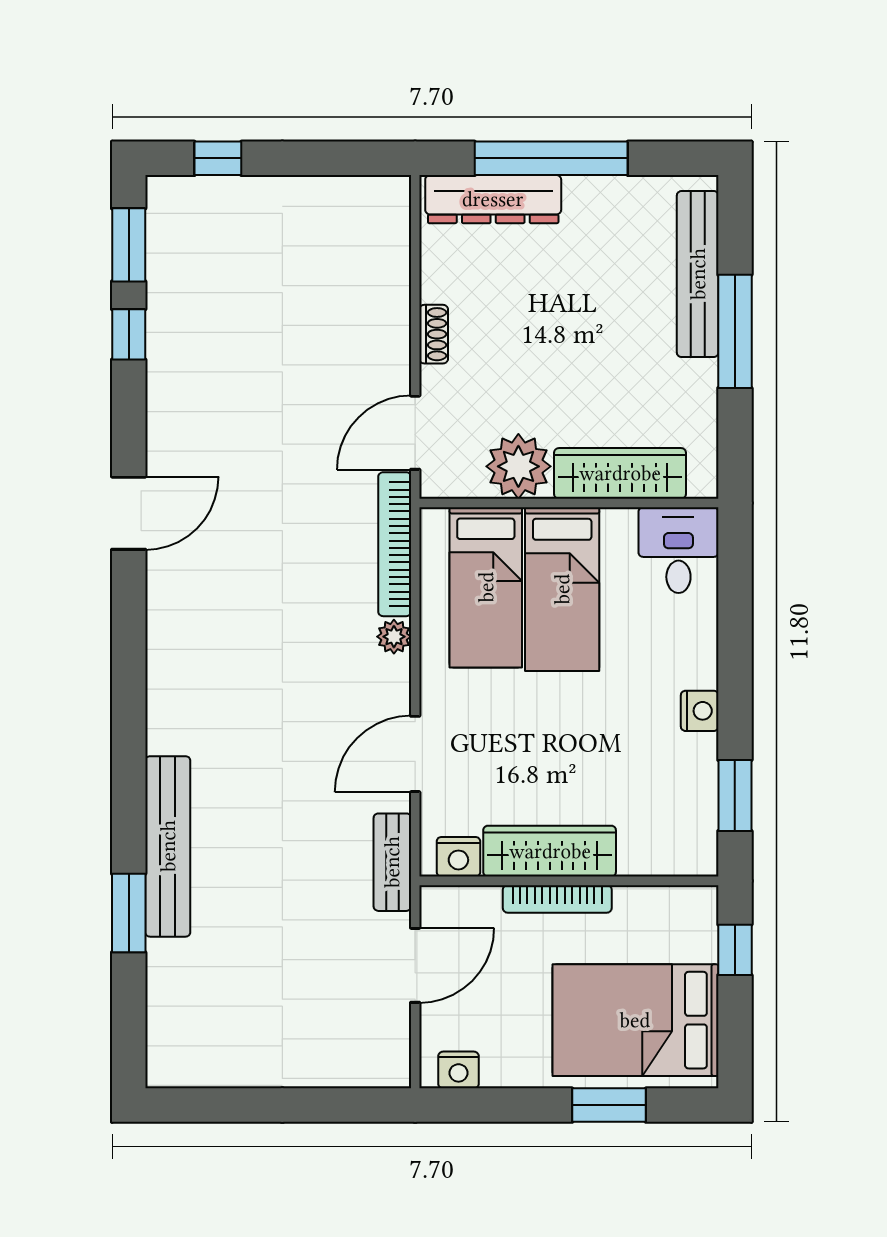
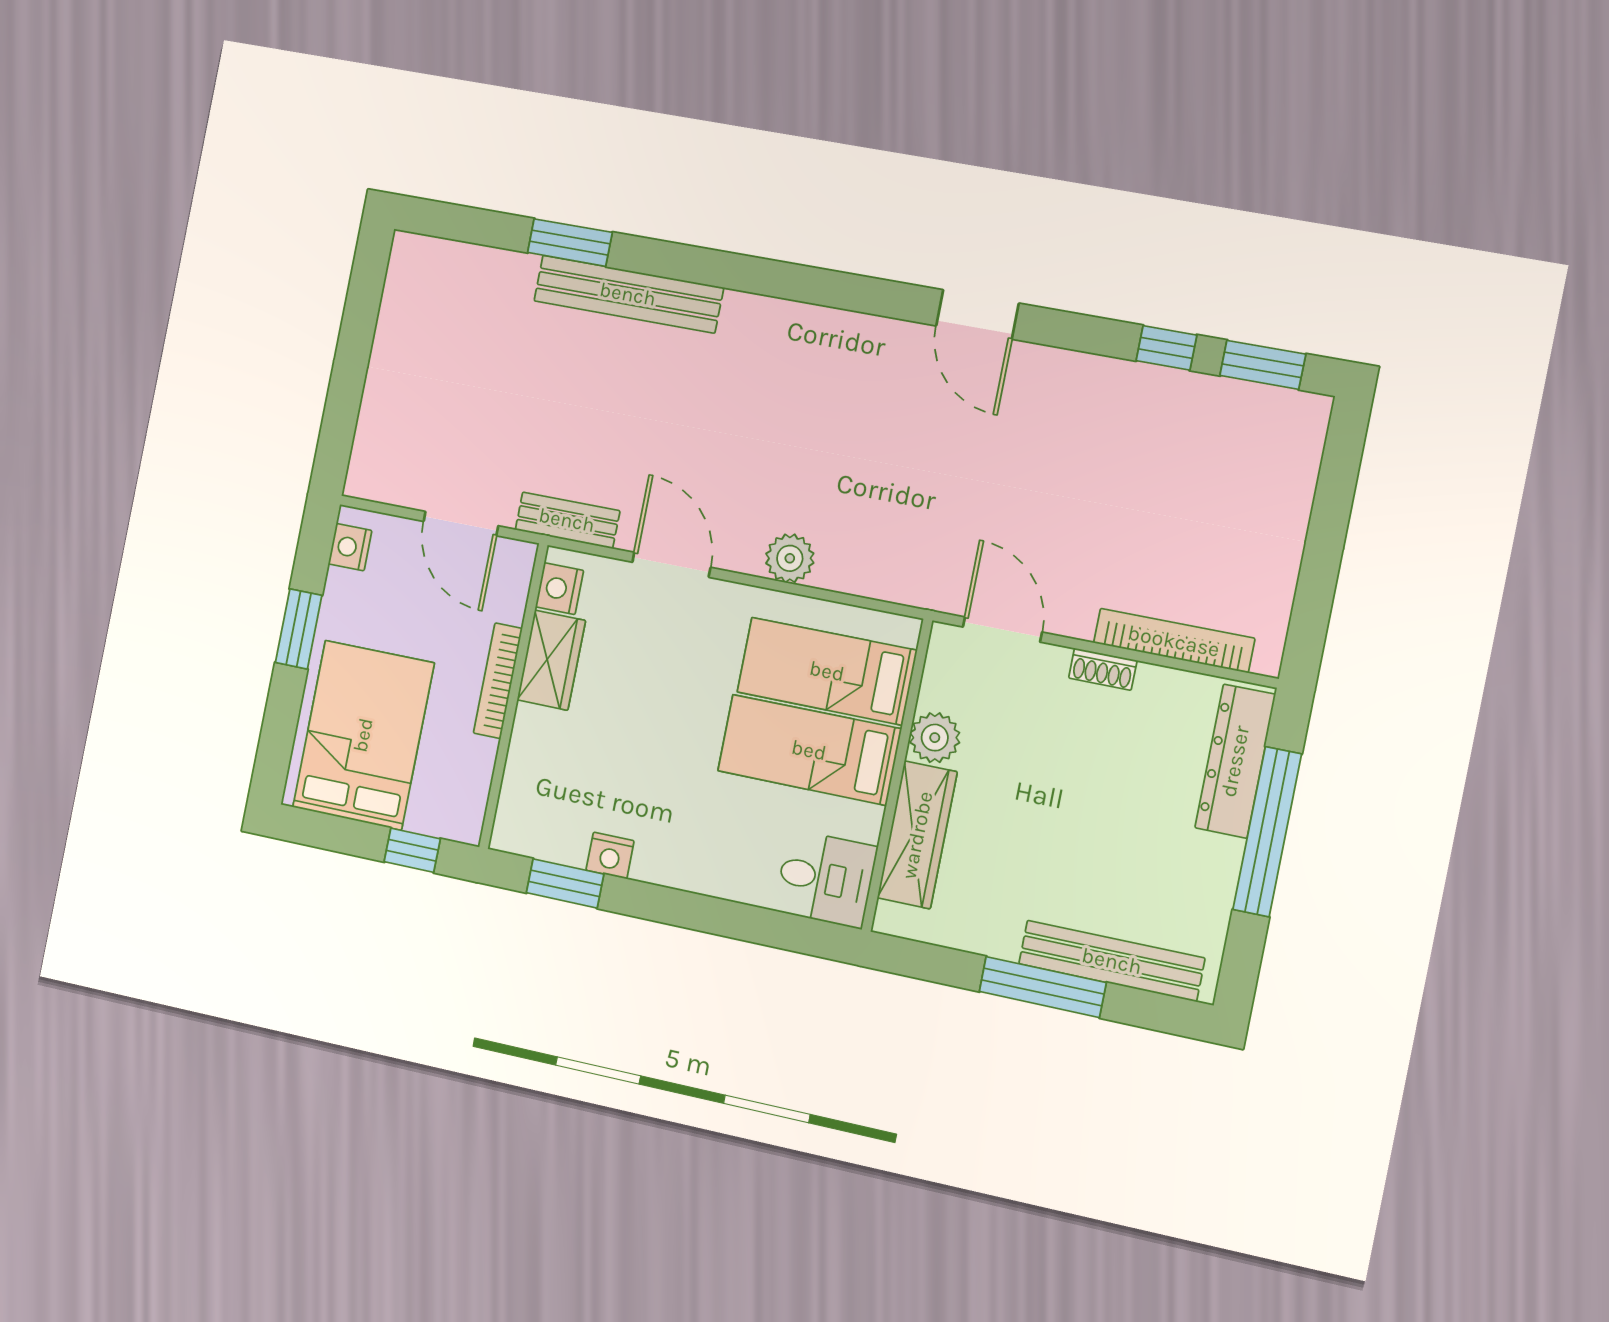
window: (218, 158) -> (1338, 477), removed
plant: (518, 466) -> (935, 738), width x0.73, depth x0.73
bookcase: (395, 544) -> (1174, 641), moved
plant: (394, 637) -> (790, 558), width x1.38, depth x1.38
nightstand: (700, 711) -> (610, 855), moved
wardrobe: (550, 851) -> (551, 660), width x0.67
window: (609, 1105) -> (299, 629), moved

